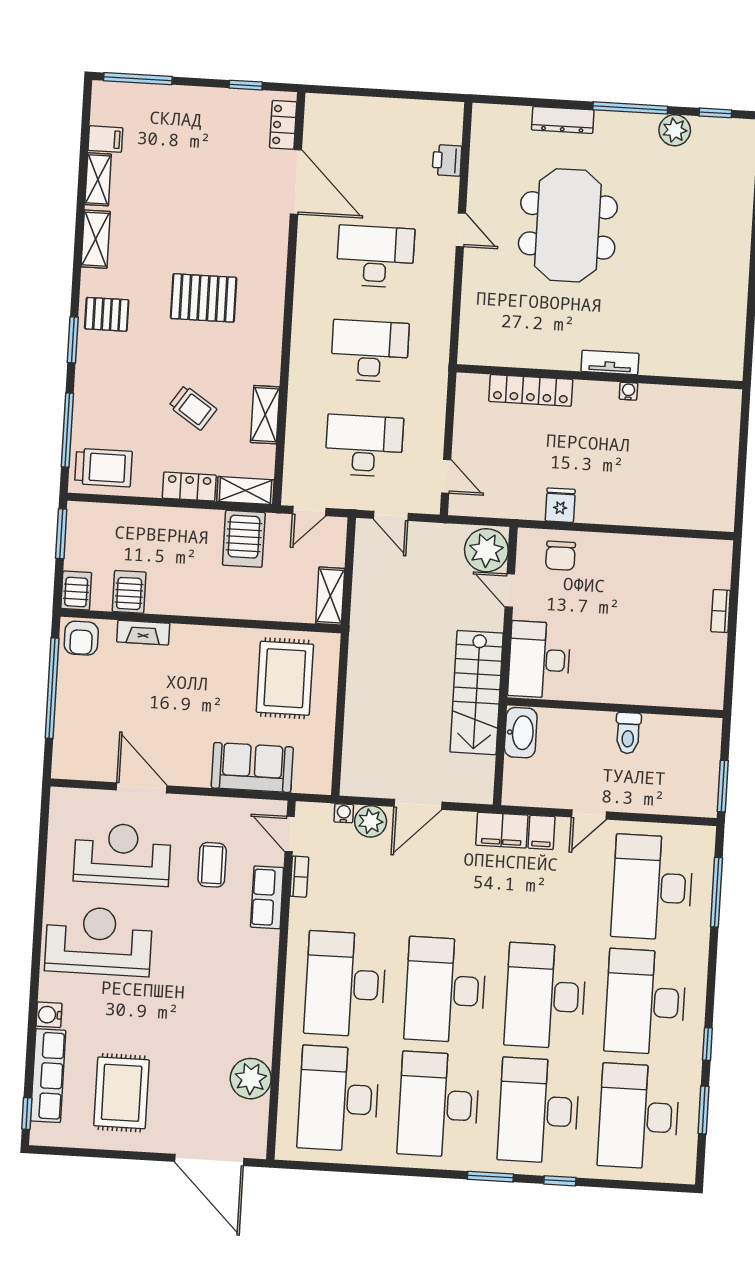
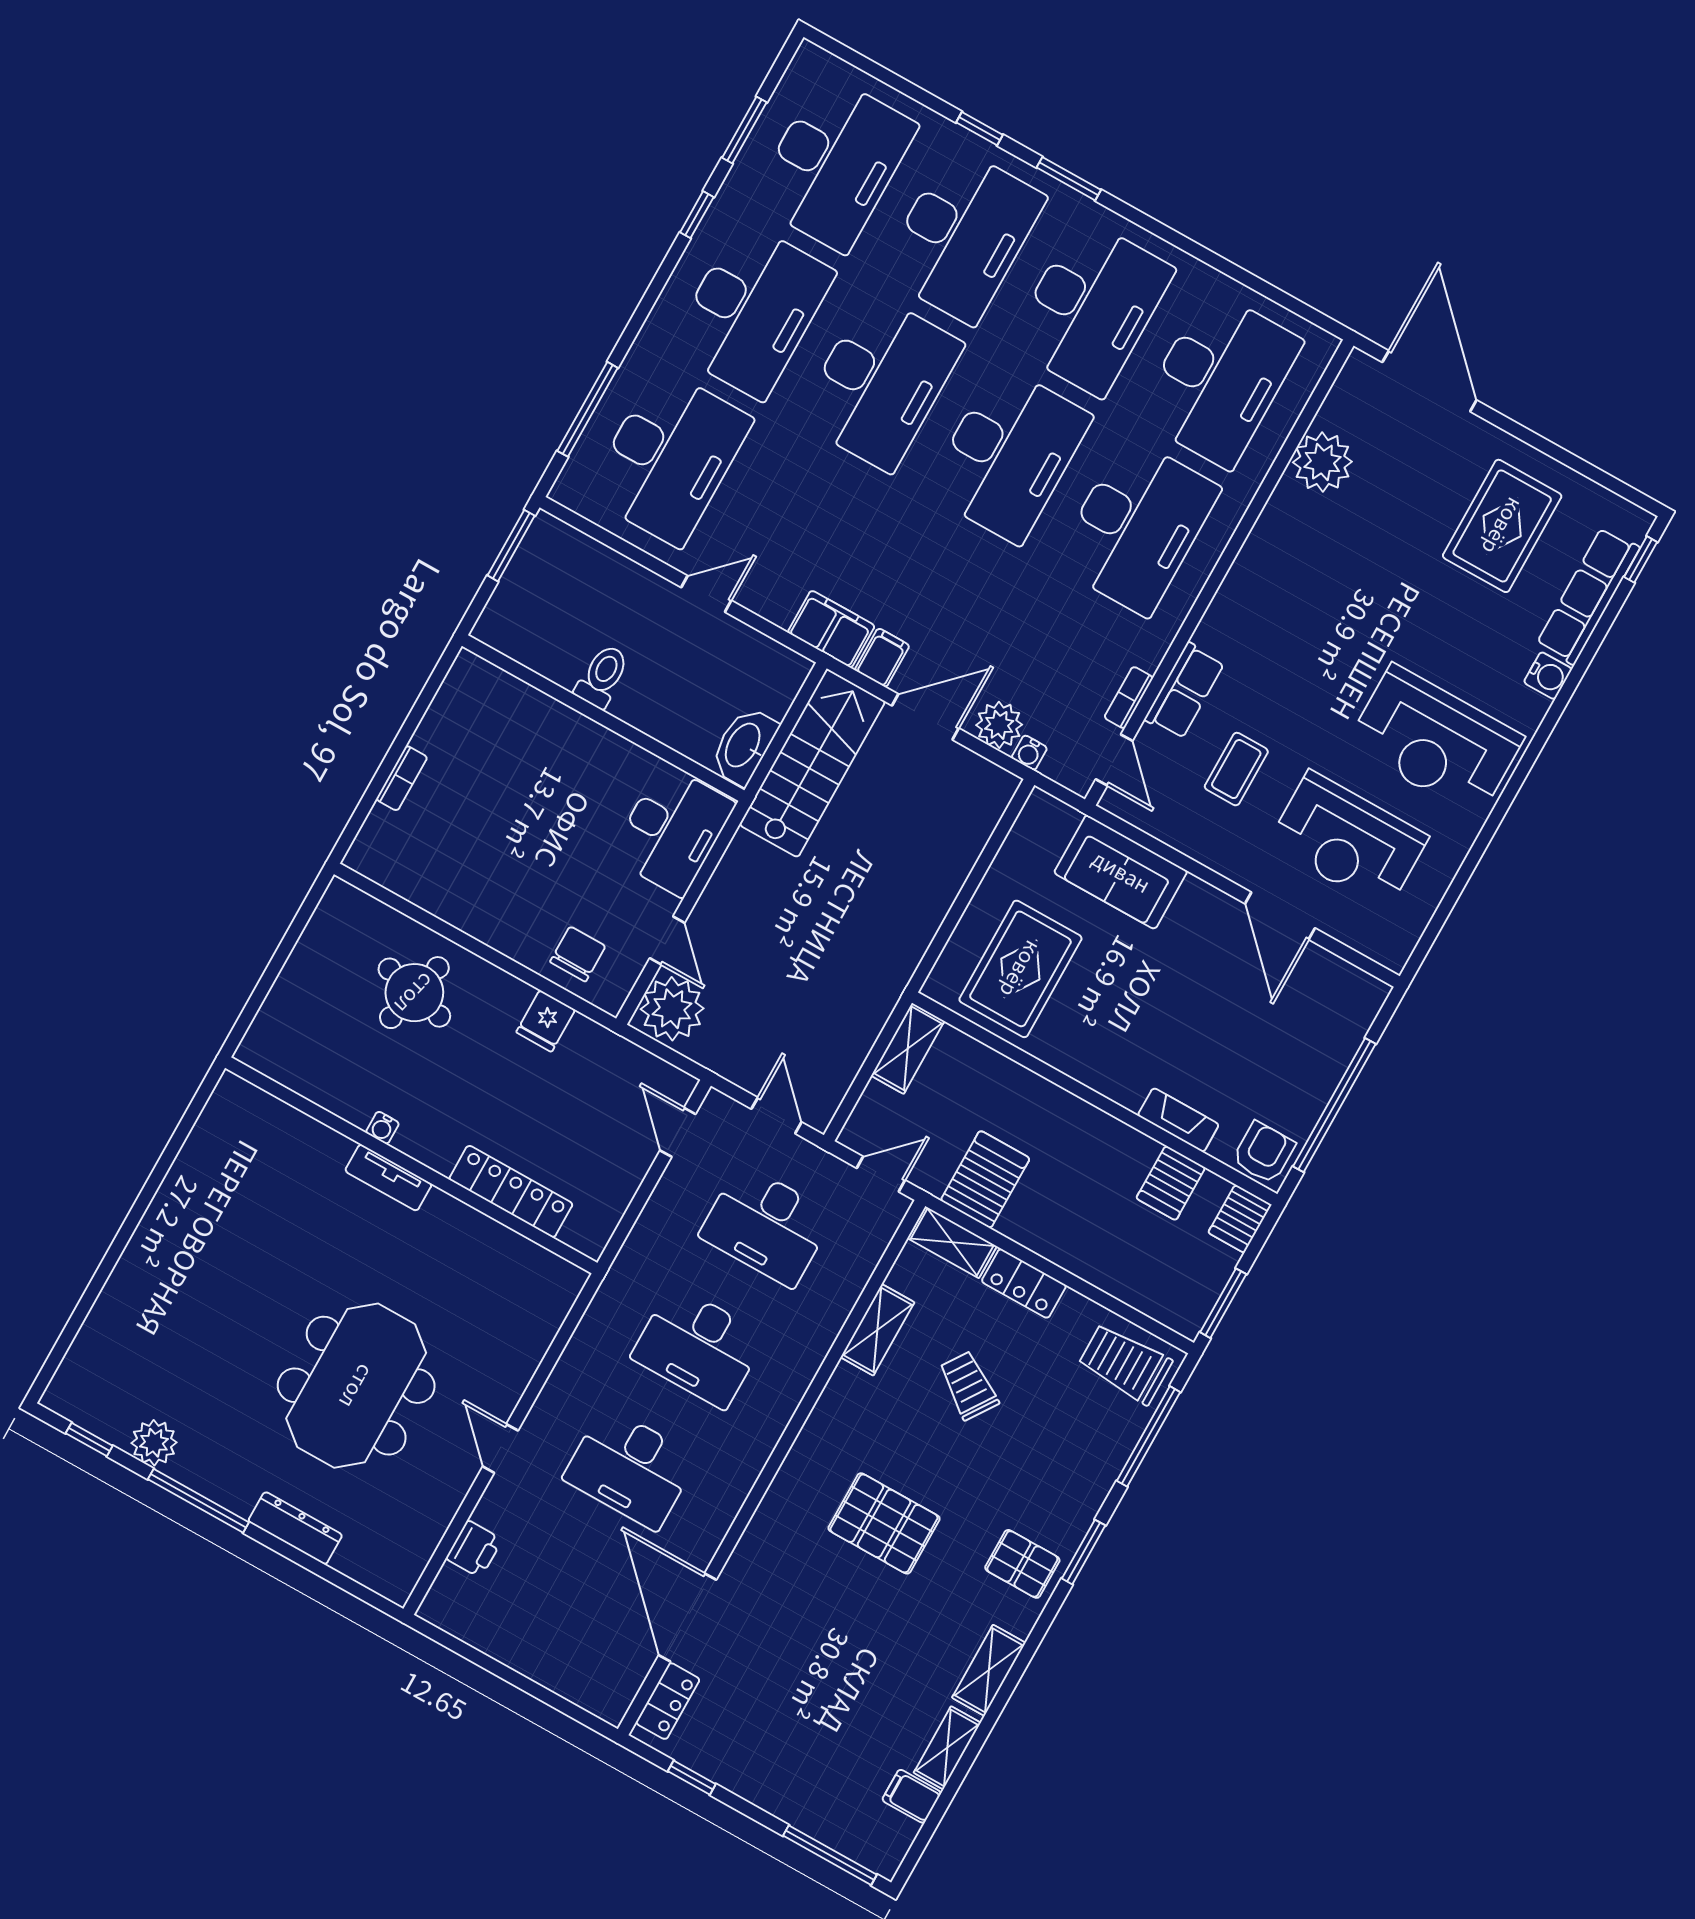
round table: (649, 483) -> (414, 993), added
stairs: (477, 693) -> (812, 763), moved
filing cabinet: (542, 832) -> (882, 658), moved

